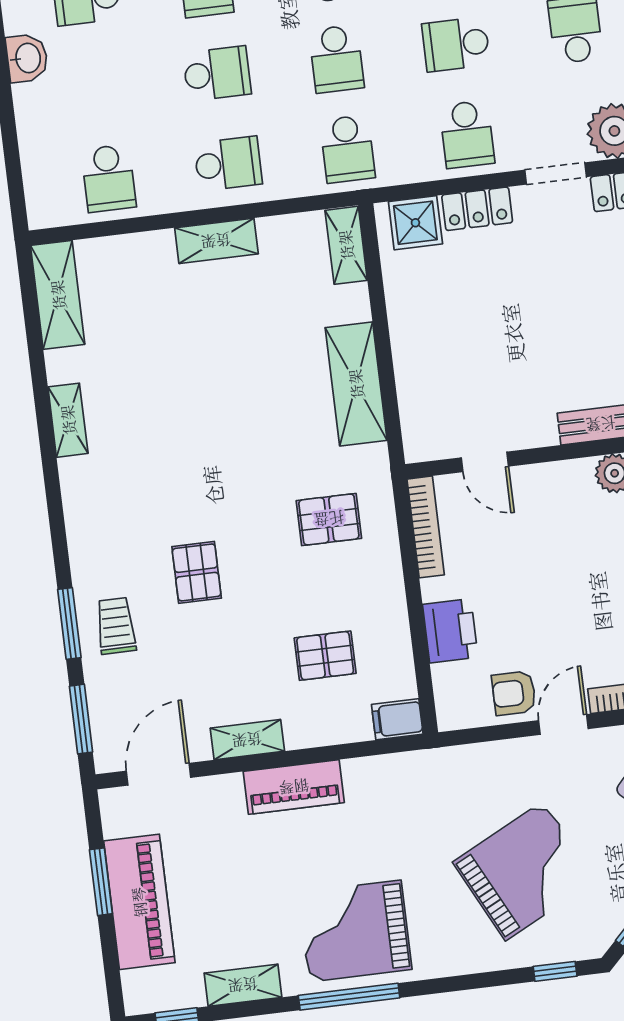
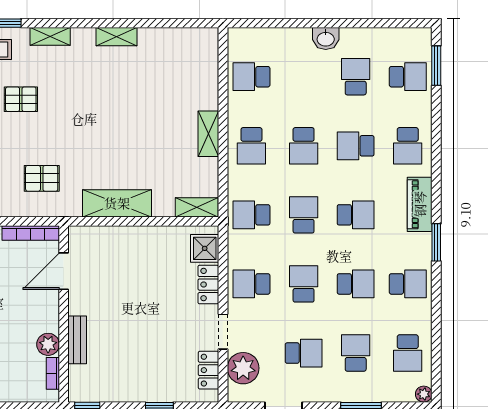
school desk: (336, 59) -> (304, 215), turned 90
shelving: (58, 295) -> (50, 36), moved, width x0.67, depth x0.75
door: (485, 462) -> (64, 271), width x1.38
pallet: (329, 519) -> (42, 178), turned 90

